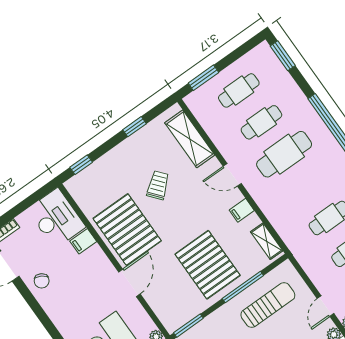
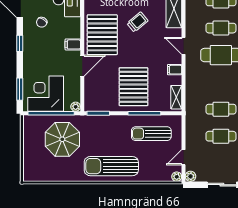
filing cabinet: (83, 241) -> (73, 44), moved
chair: (42, 281) -> (42, 22), moved
sun lounger: (268, 305) -> (151, 134), turned 180
window: (37, 309) -> (20, 43), added

